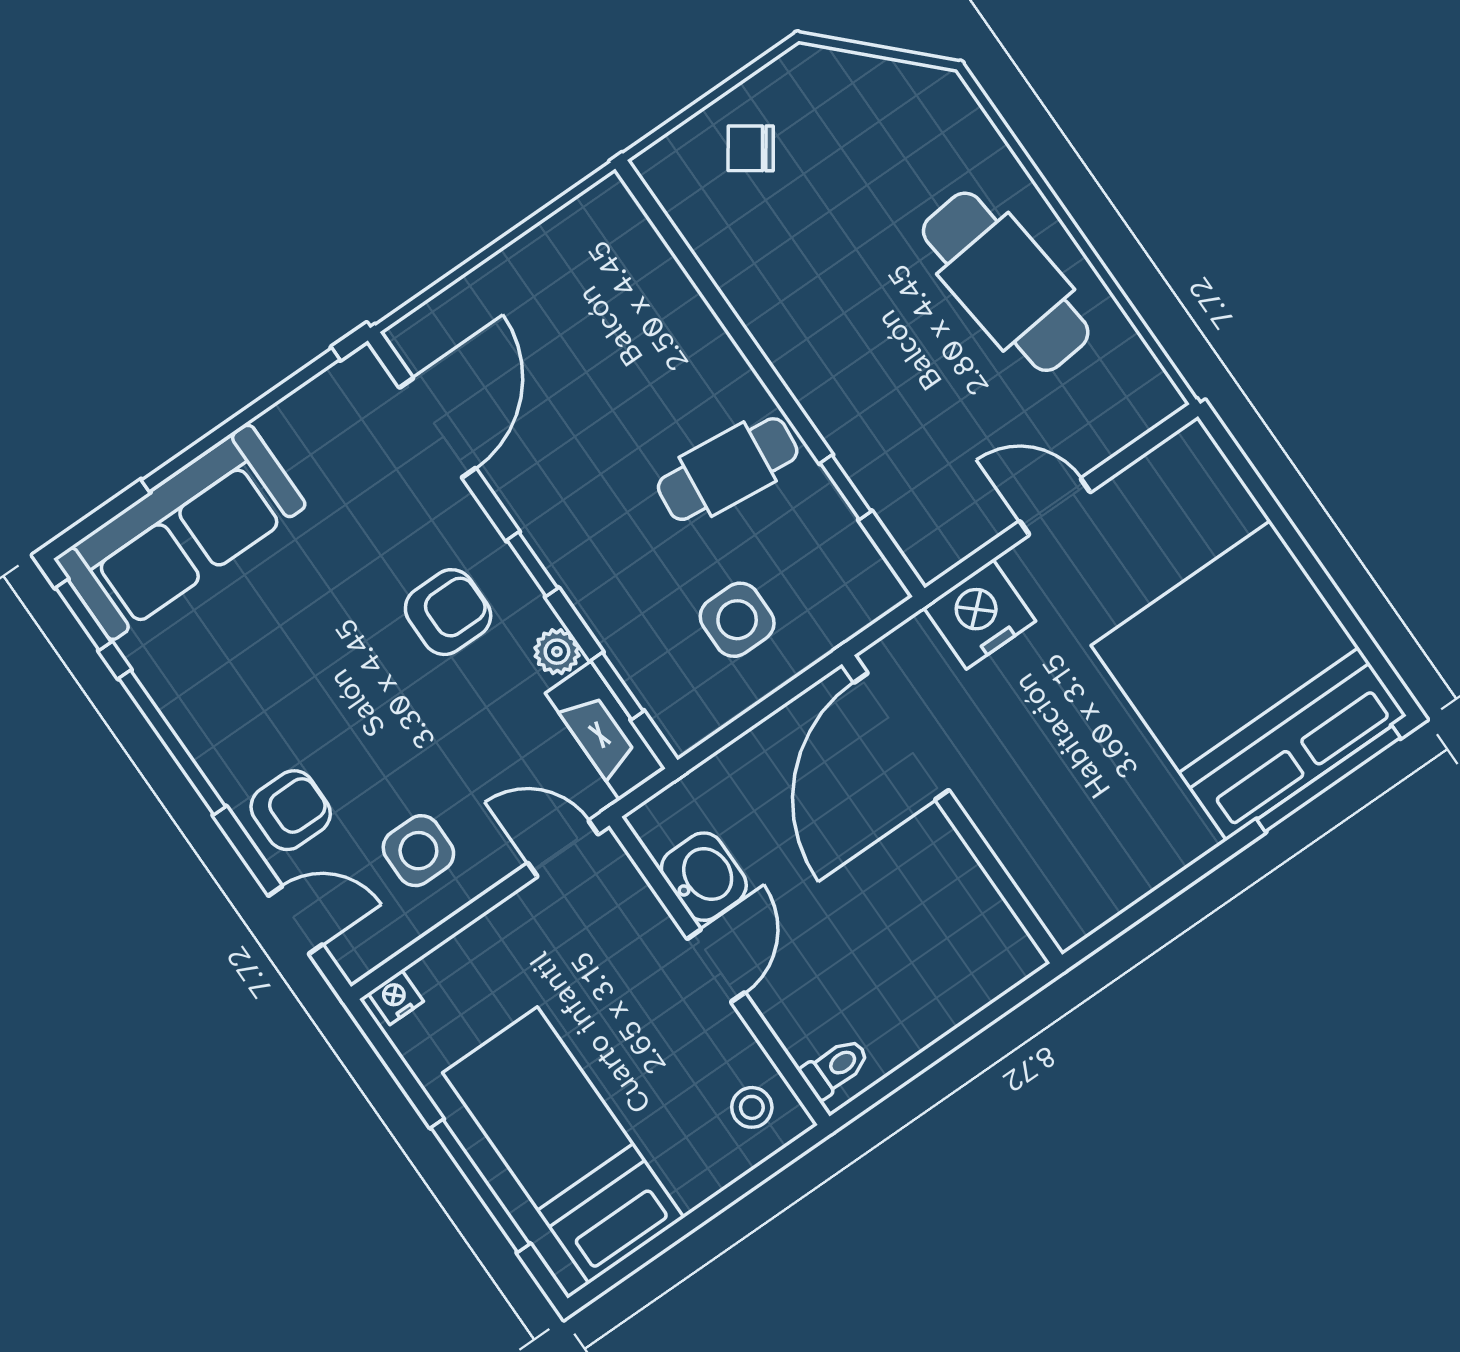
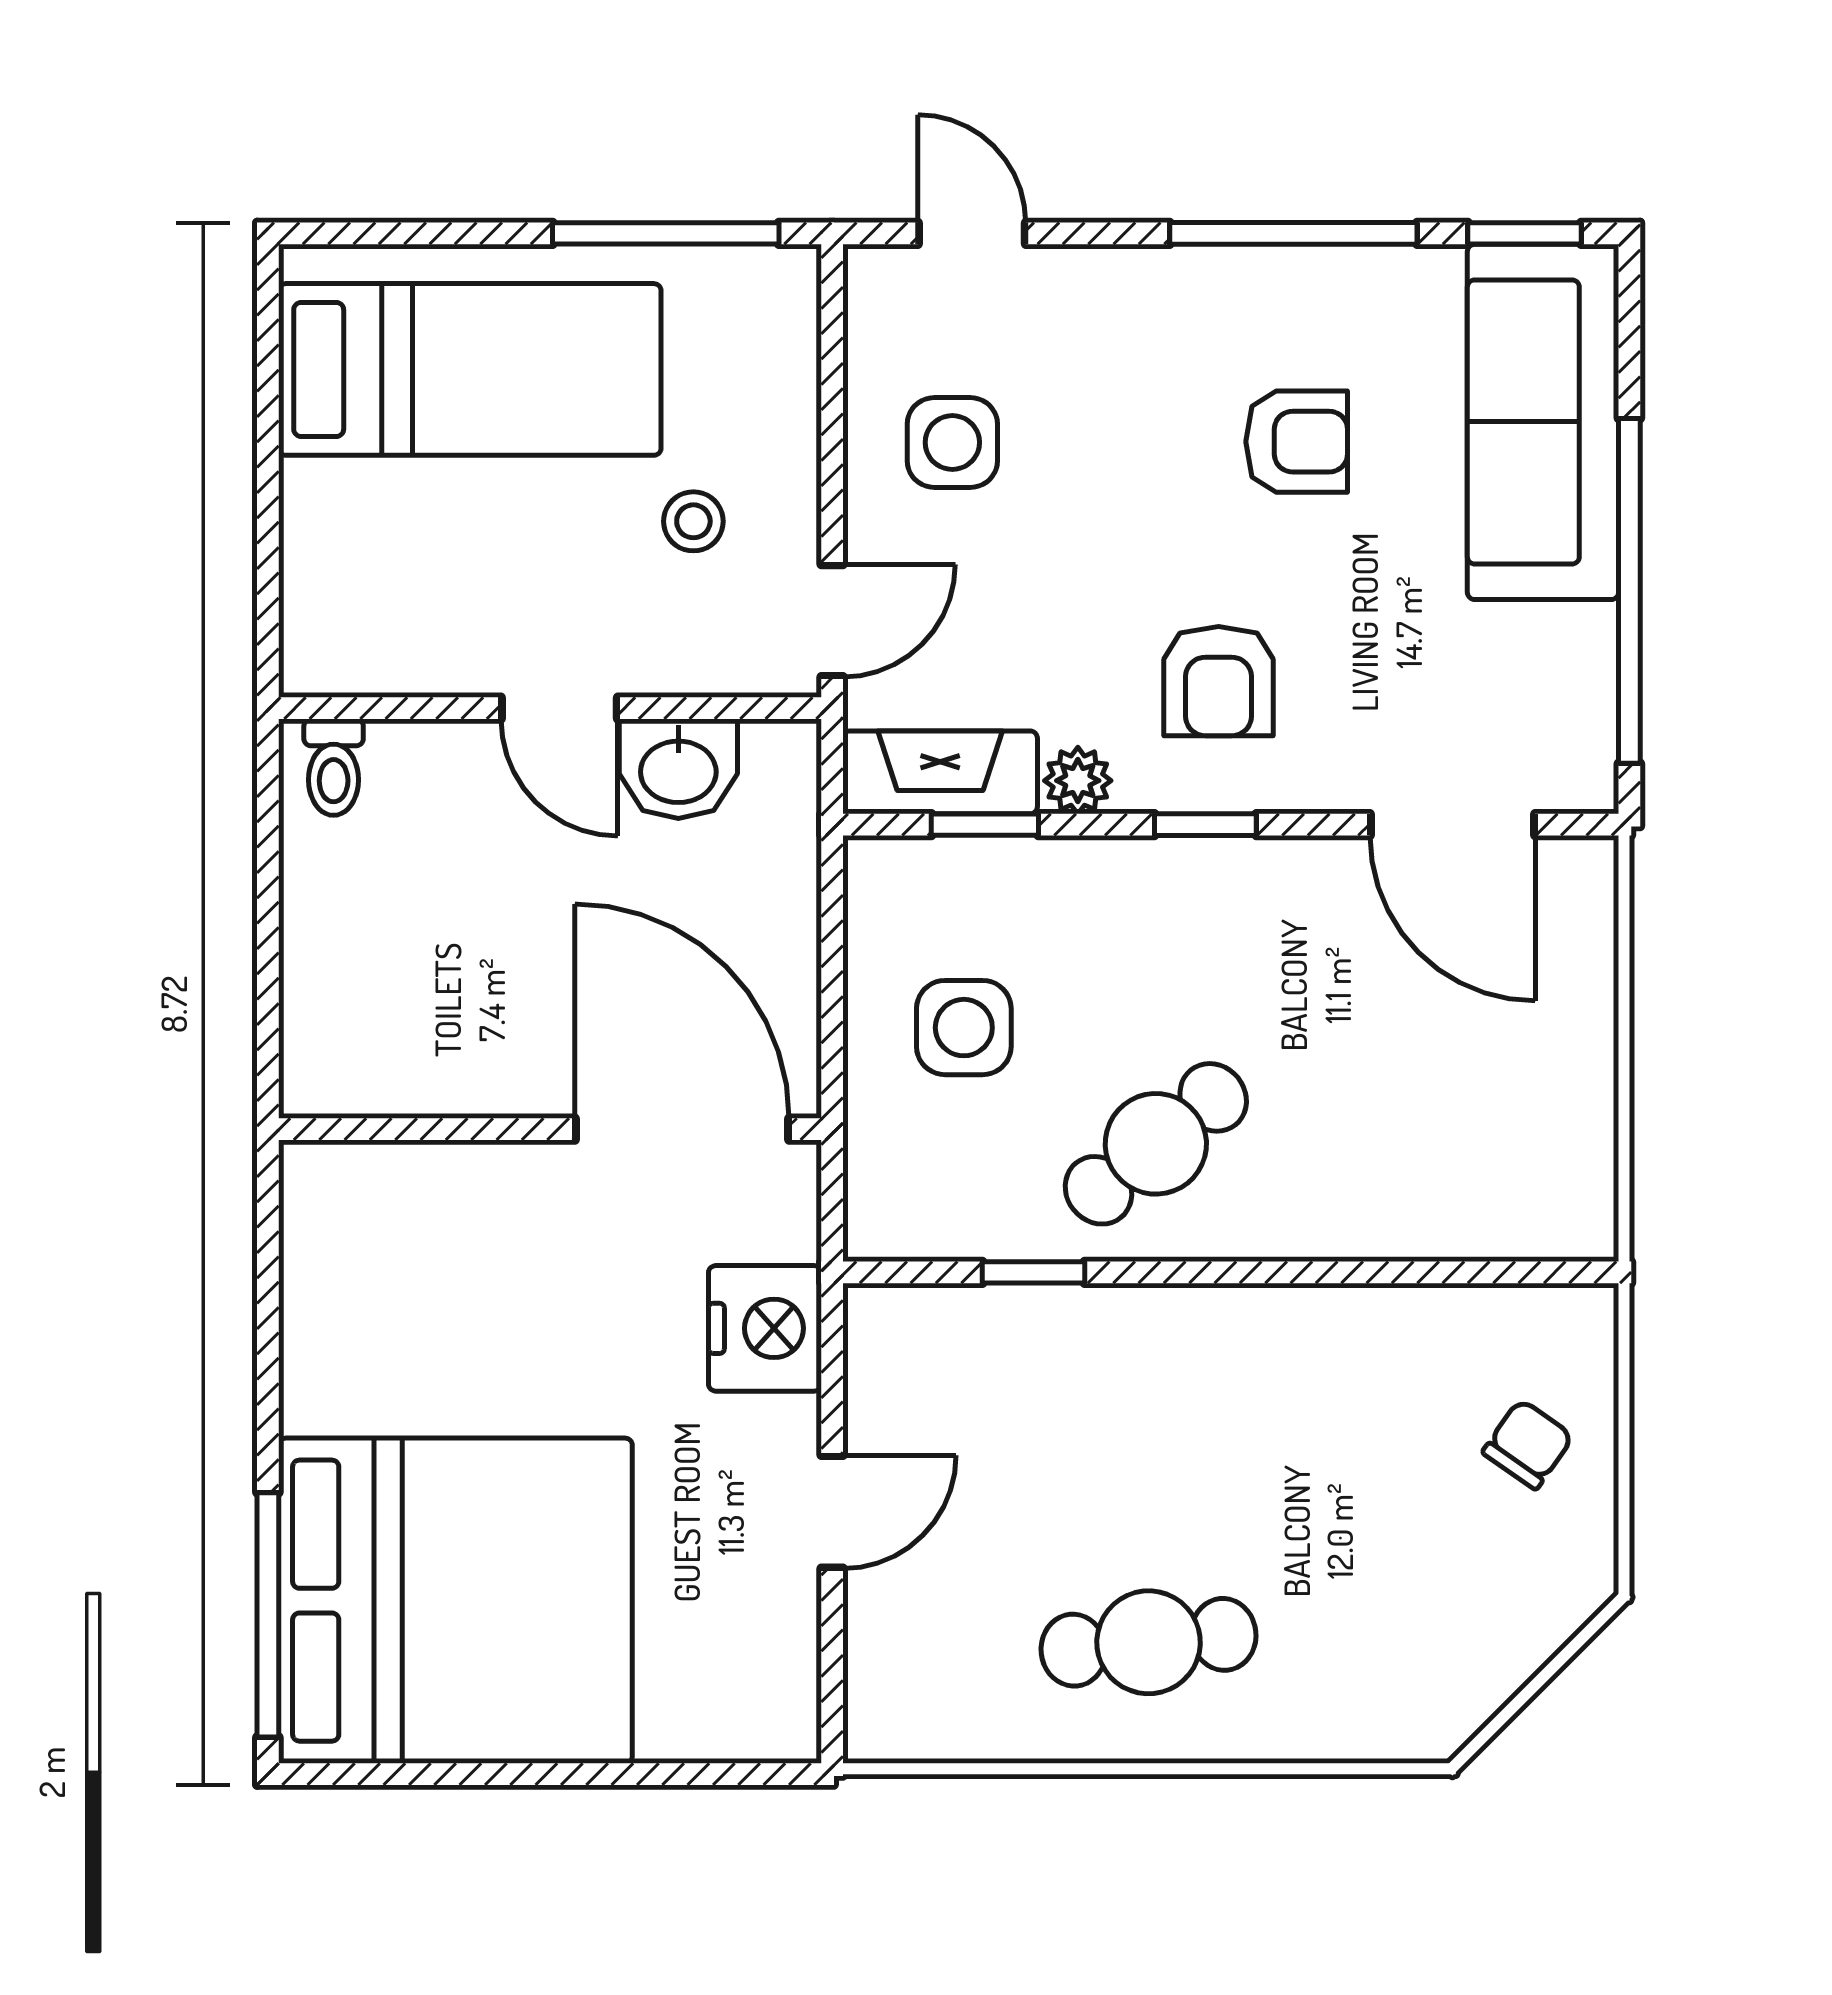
cafe table: (1006, 282) -> (1149, 1642), width x0.73, depth x0.74
cafe table: (728, 469) -> (1156, 1144), turned 45
armchair: (291, 810) -> (1297, 442), moved, turned -90
door: (295, 920) -> (972, 233), swing flipped
nightstand: (396, 997) -> (793, 290), removed
stool: (752, 1107) -> (693, 521), moved
window: (480, 1186) -> (666, 233), moved

